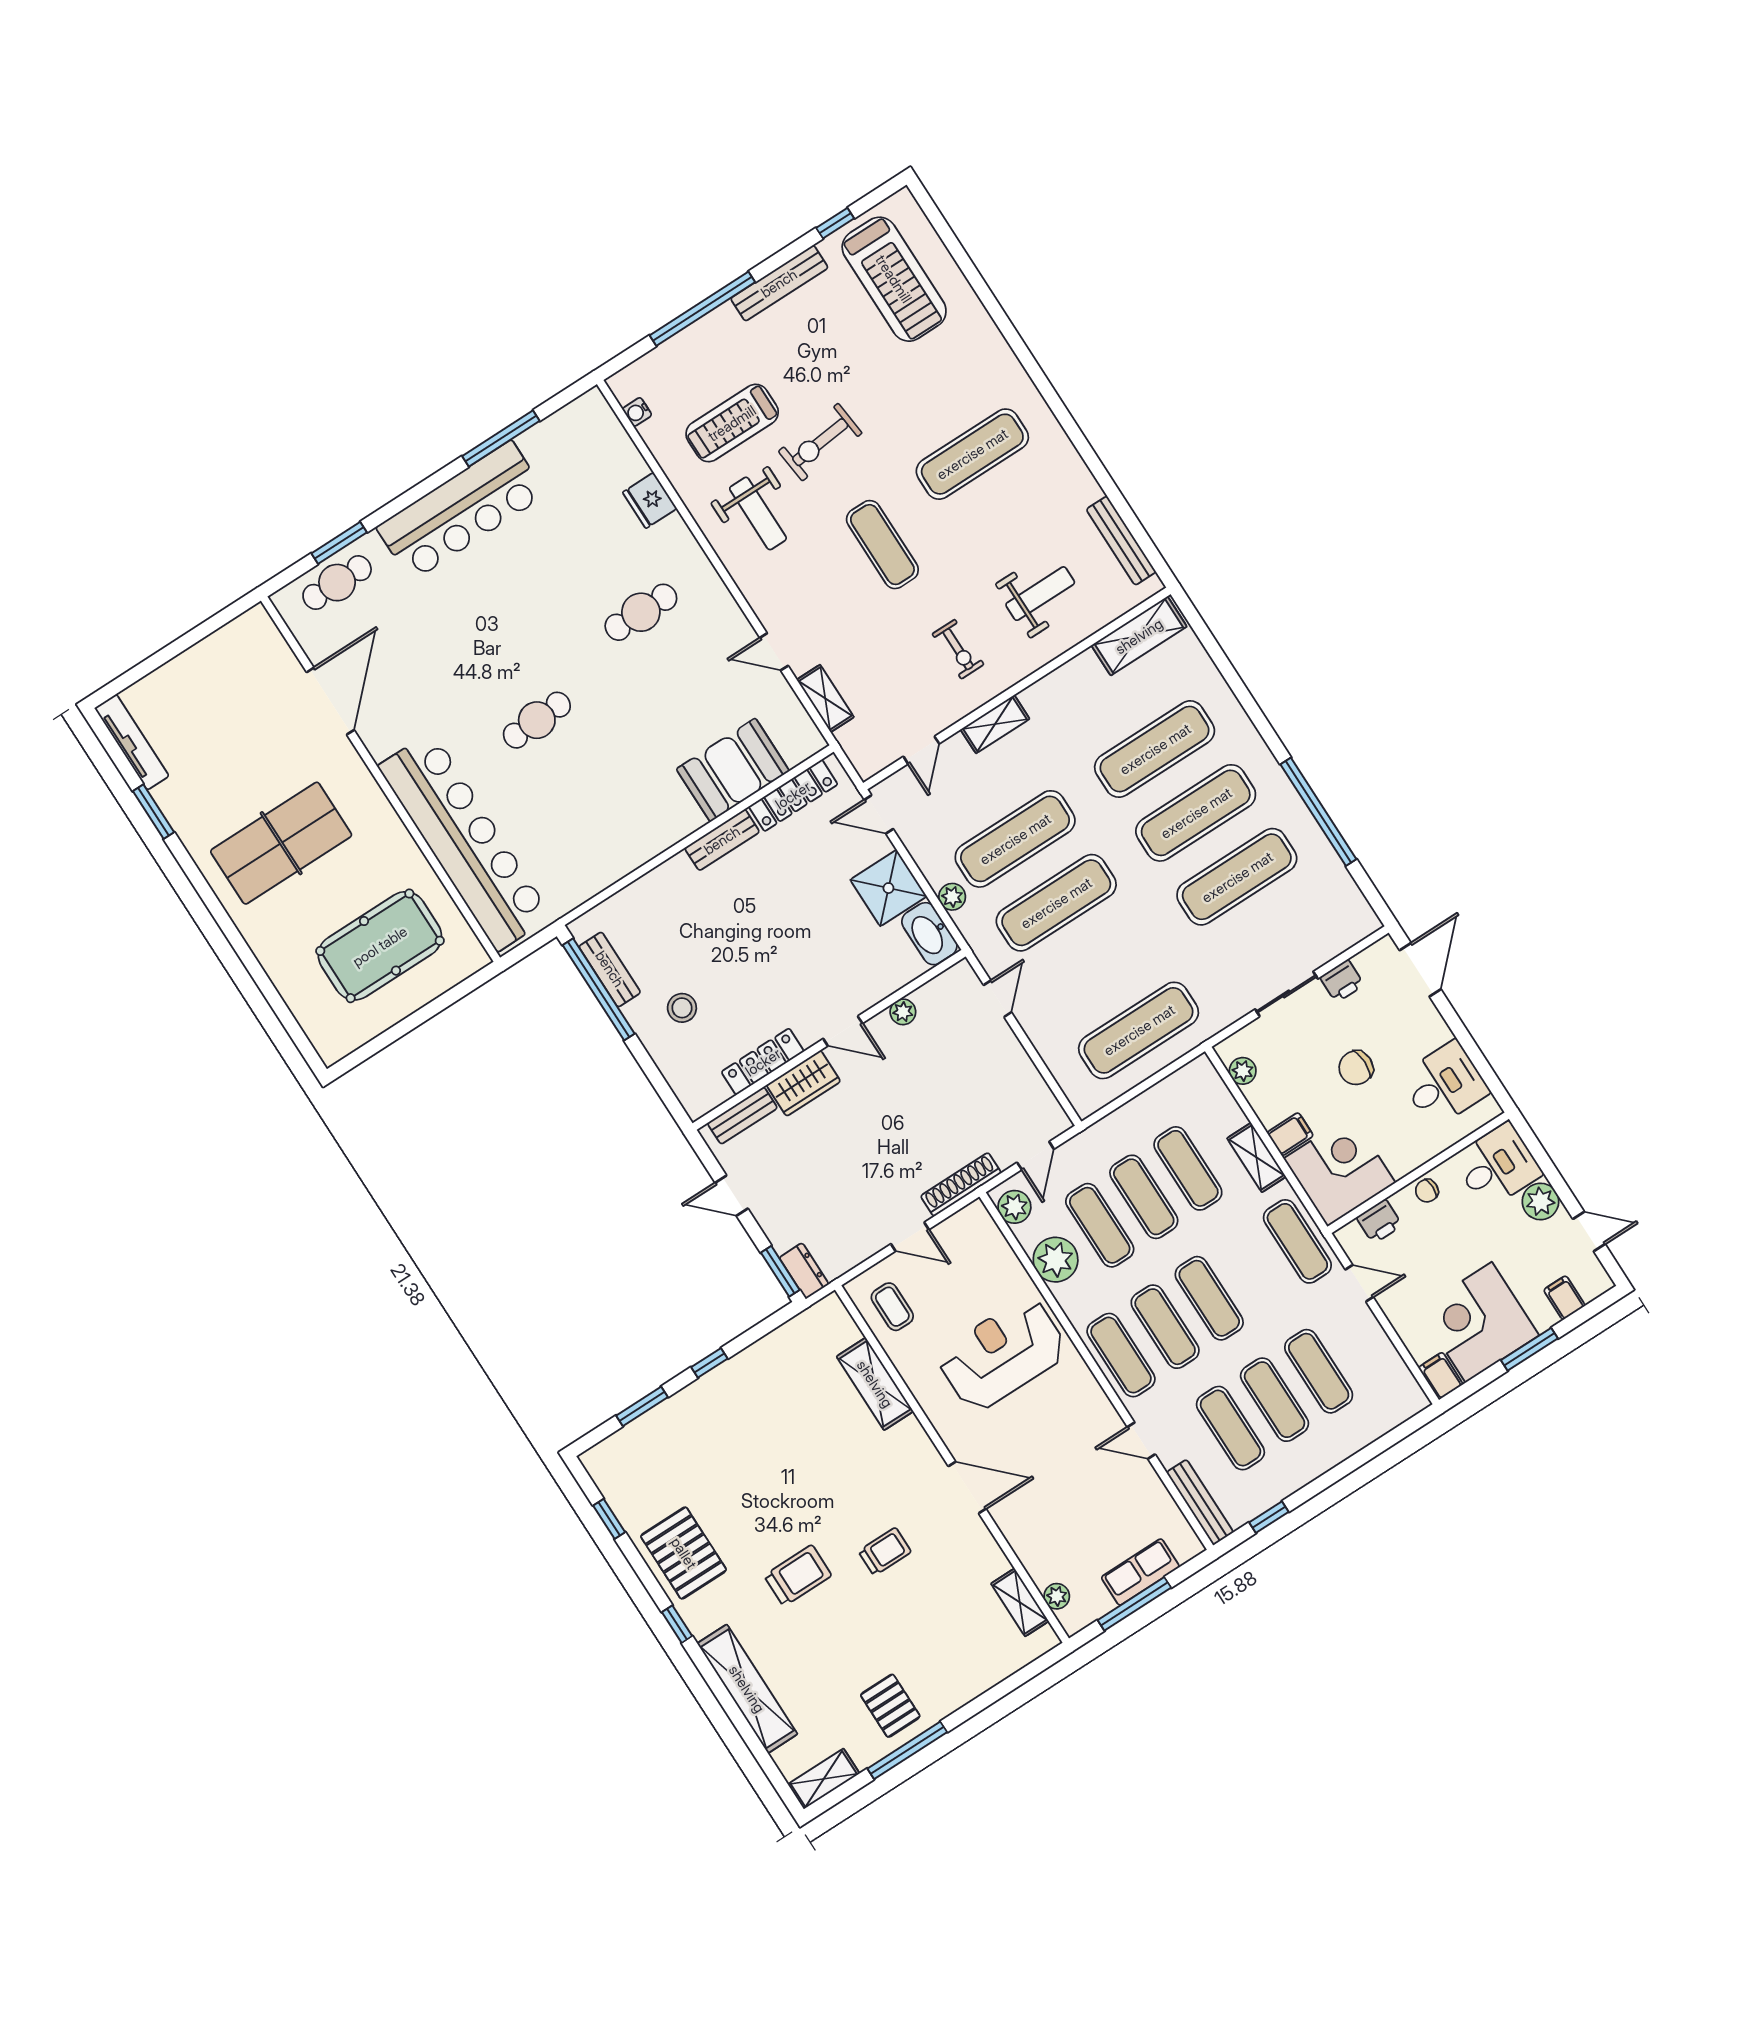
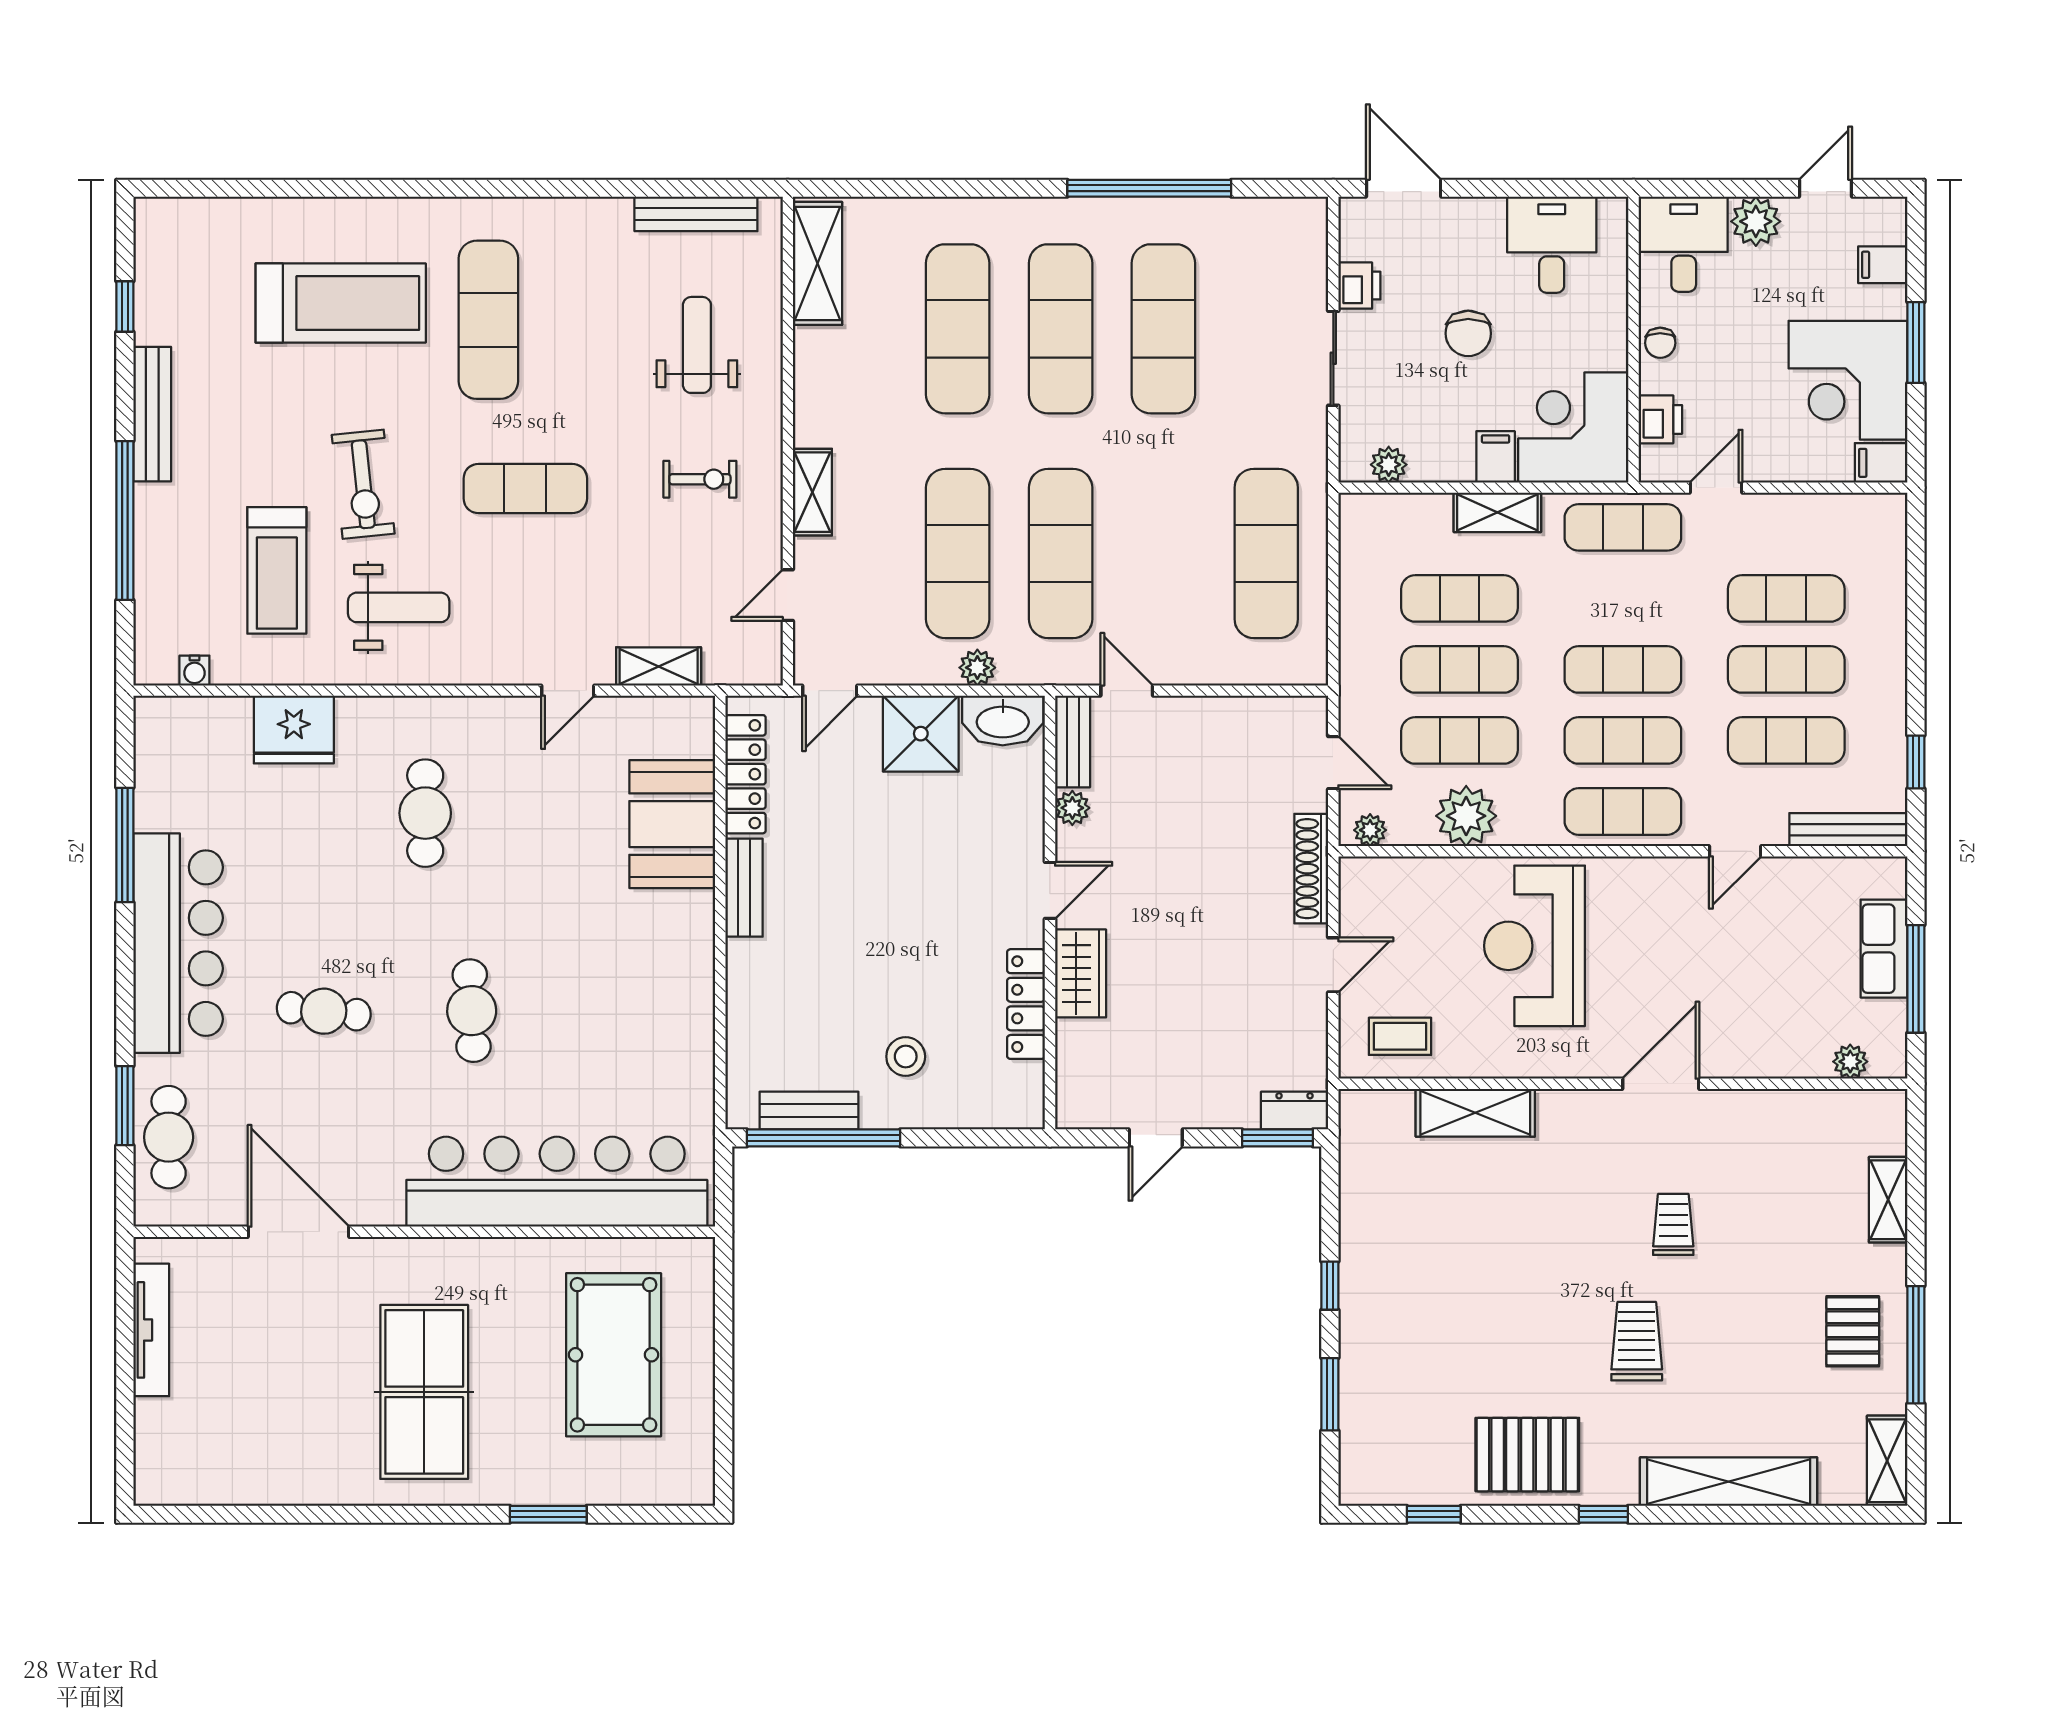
treadmill: (894, 279) -> (341, 303), moved
fridge: (650, 500) -> (294, 730), width x1.36, depth x1.34
cafe table: (477, 628) -> (324, 1011), added
tv unit: (132, 742) -> (151, 1330), moved, turned 90
door: (921, 750) -> (788, 595), swing flipped
window: (153, 812) -> (548, 1514), moved
bench: (742, 1116) -> (1073, 742), moved
plant: (1014, 1207) -> (1370, 830), width x0.73, depth x0.73
shelving: (1020, 1602) -> (1888, 1200), moved, turned 90
pallet: (890, 1706) -> (1853, 1331), turned 90

